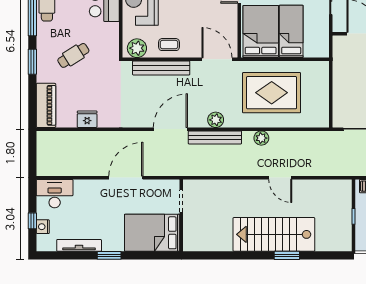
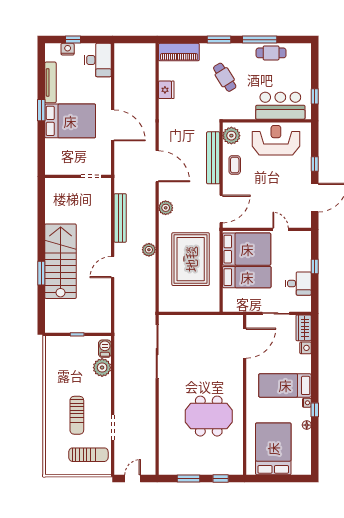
bench: (215, 137) -> (120, 218), moved
bed: (152, 233) -> (70, 121), moved, turned 90

